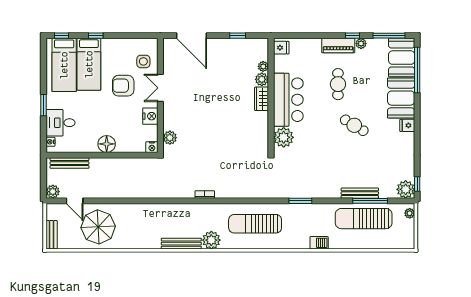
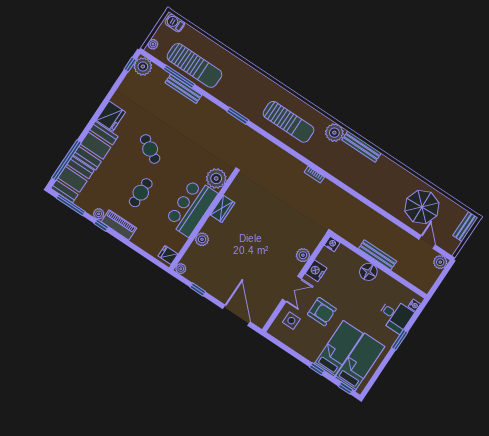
plant: (263, 66) -> (181, 269), moved
wardrobe: (262, 99) -> (223, 209), moved
fridge: (407, 125) -> (111, 116), width x1.88, depth x1.34
plant: (170, 138) -> (303, 255), moved
bench: (69, 163) -> (378, 255), moved
barbecue: (319, 243) -> (175, 23), moved

